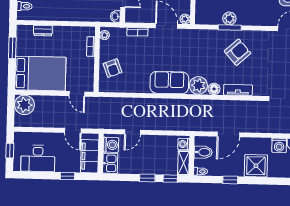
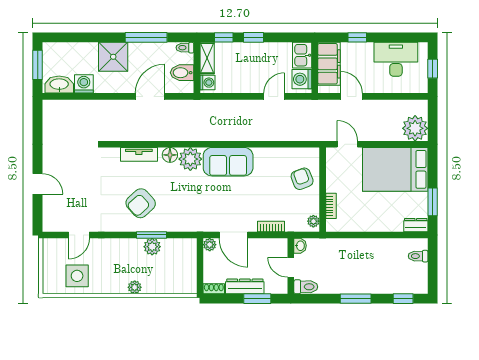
dresser: (43, 31) -> (416, 225), moved
window: (230, 180) -> (146, 37), width x2.17

